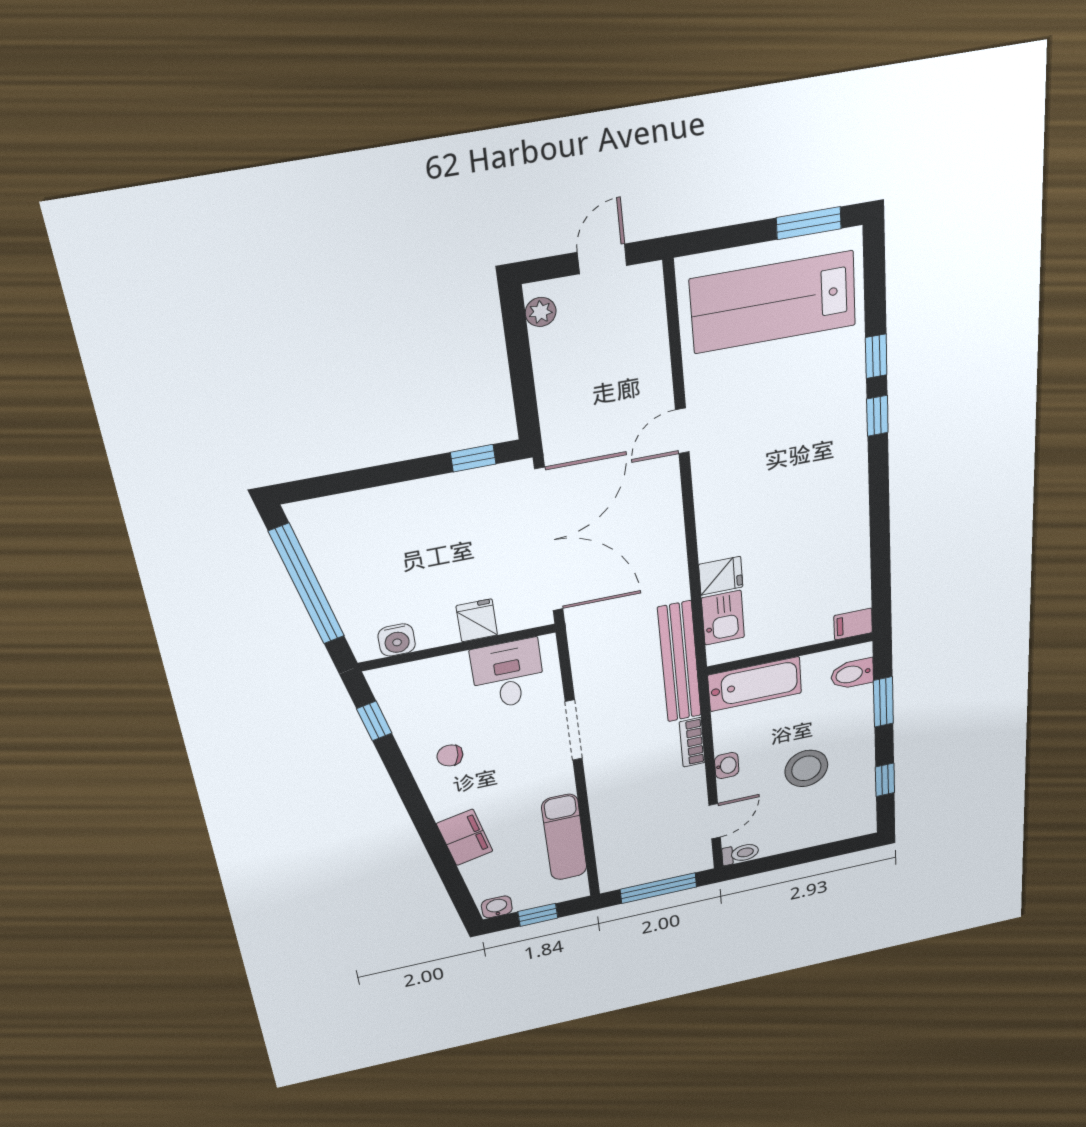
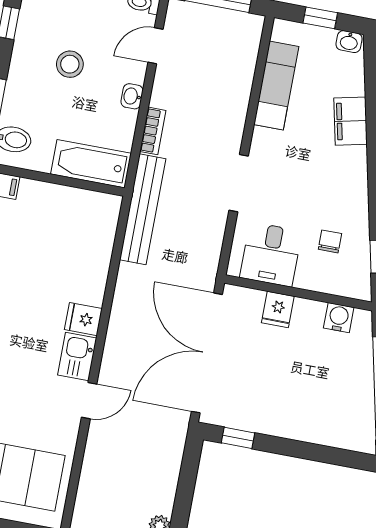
fridge: (721, 576) -> (83, 319), moved
kitchen sink: (723, 618) -> (77, 357), moved
chair: (450, 755) -> (330, 241), moved, turned -101
stool: (806, 768) -> (70, 64), width x0.73, depth x0.73

